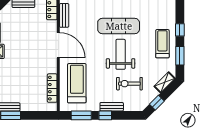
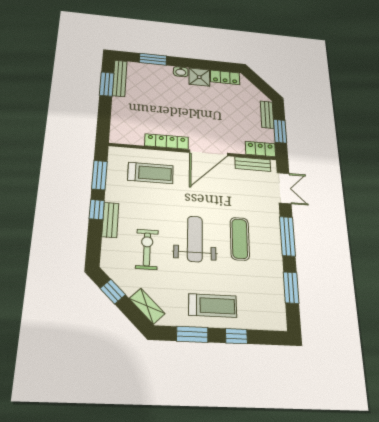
exercise mat: (119, 26) -> (240, 239), width x0.73, depth x0.69
weight bench: (121, 54) -> (195, 239), turned -90
treadmill: (77, 83) -> (151, 173), width x0.73, depth x0.73
locker: (52, 88) -> (167, 141), moved

